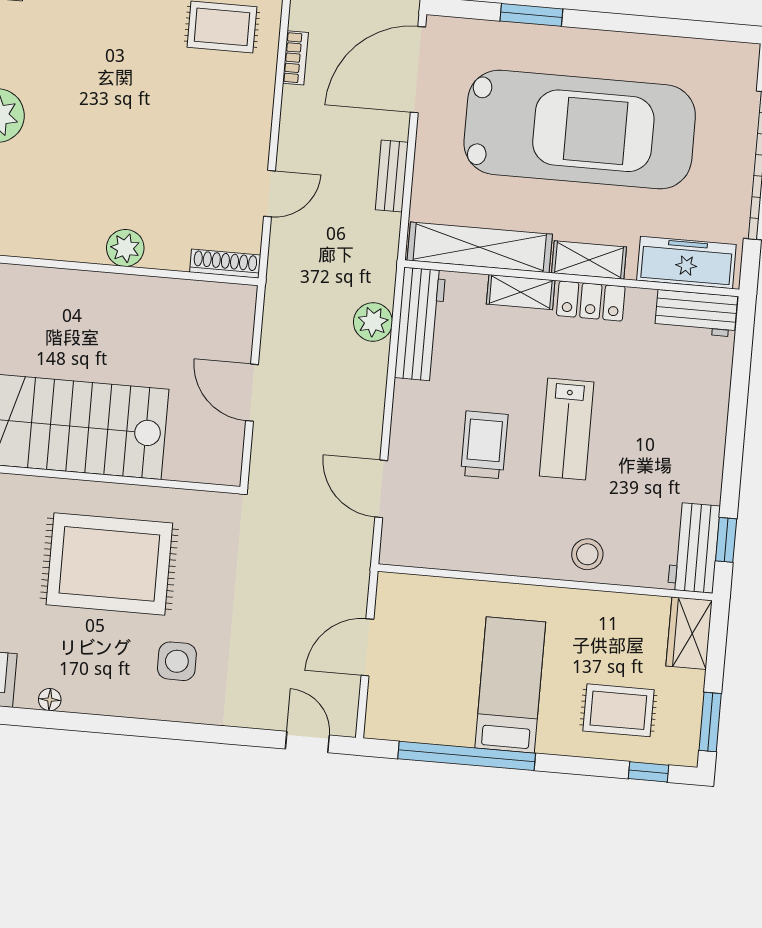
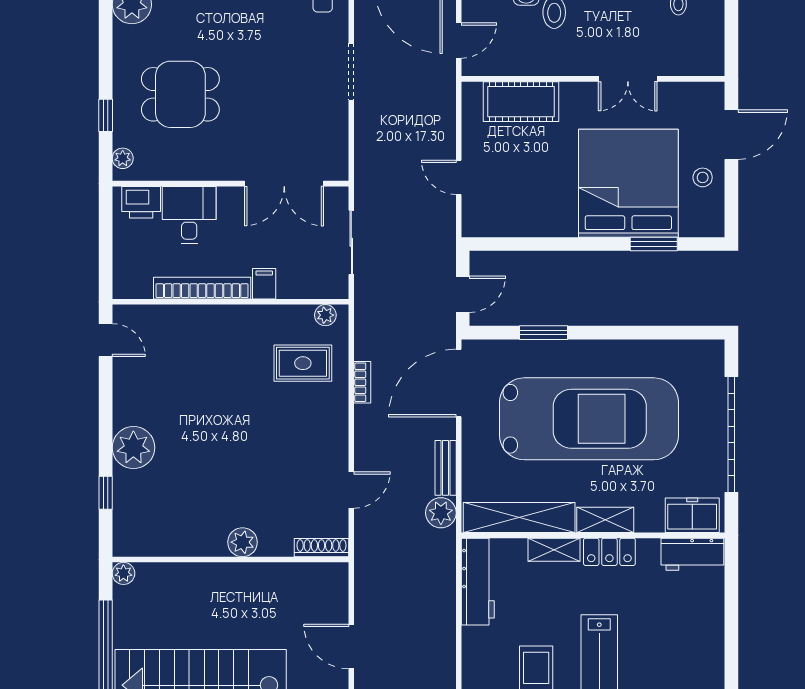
freezer: (686, 262) -> (692, 515), width x0.71
plant: (373, 322) -> (441, 513), moved

